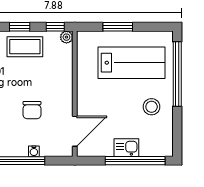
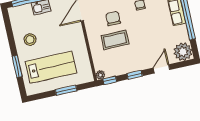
coffee table: (25, 47) -> (115, 40), moved
lab bench: (131, 63) -> (51, 67), turned 180
window: (177, 74) -> (17, 66), width x0.47

